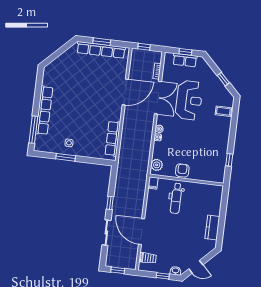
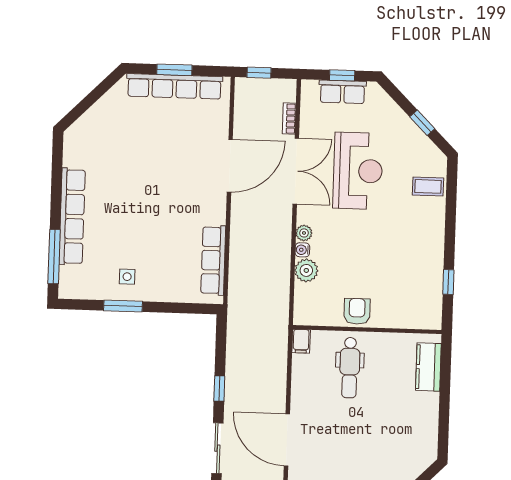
plant: (157, 165) -> (306, 270), moved
kitchen counter: (212, 228) -> (428, 367), moved

